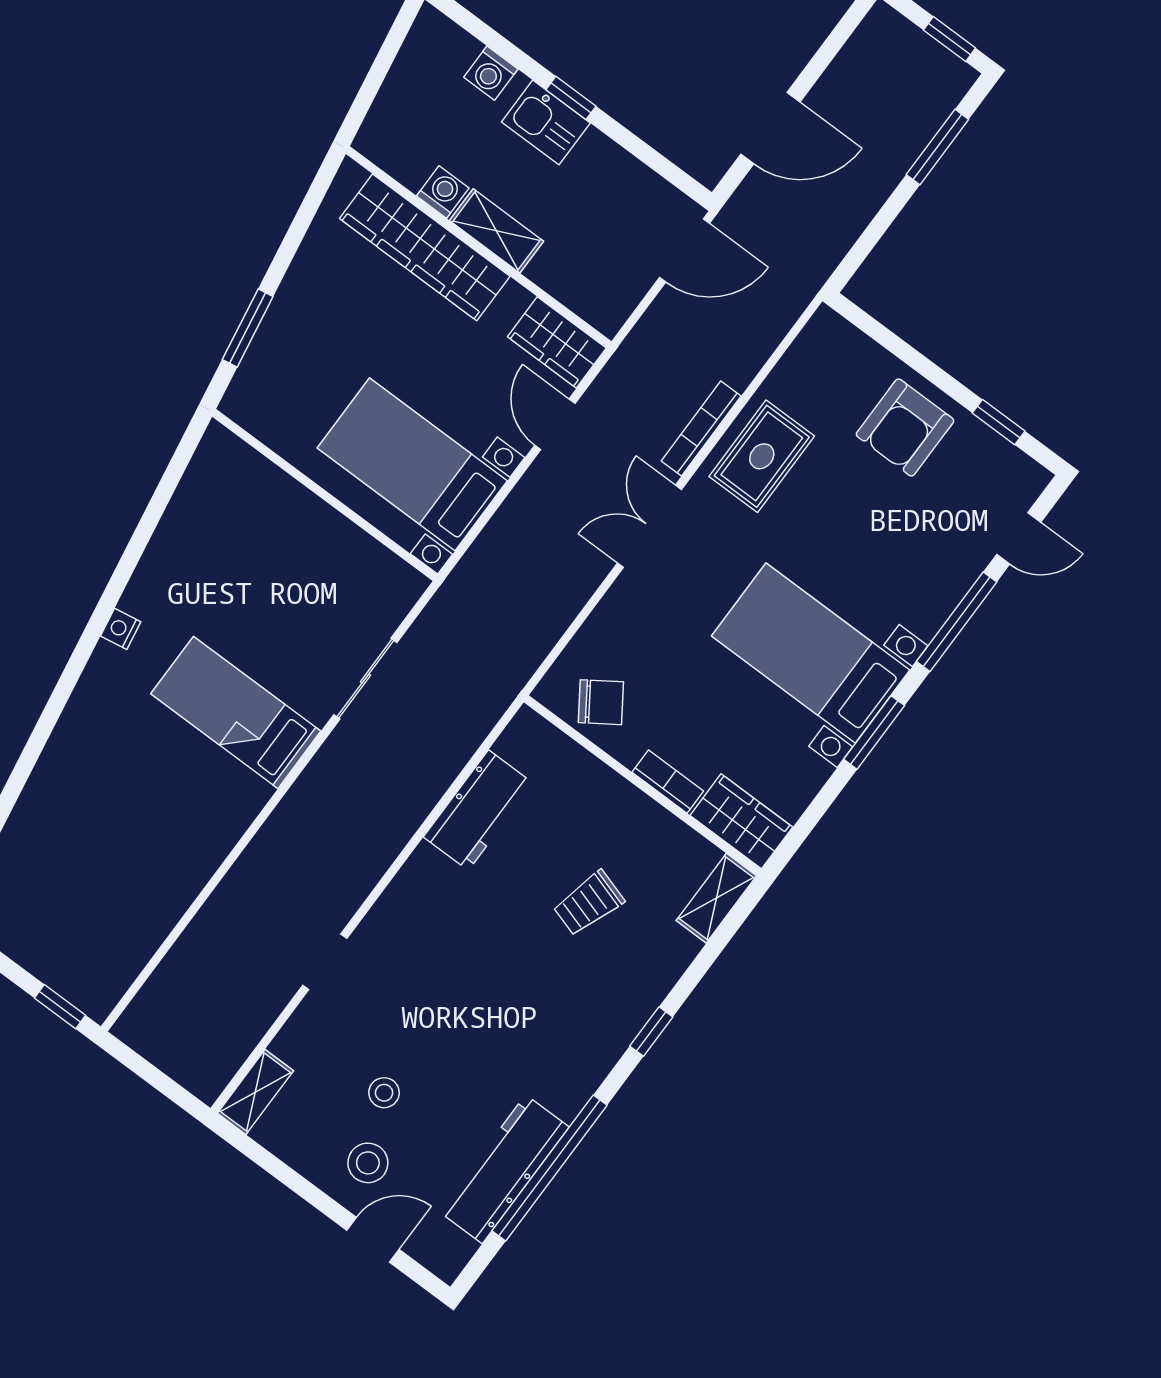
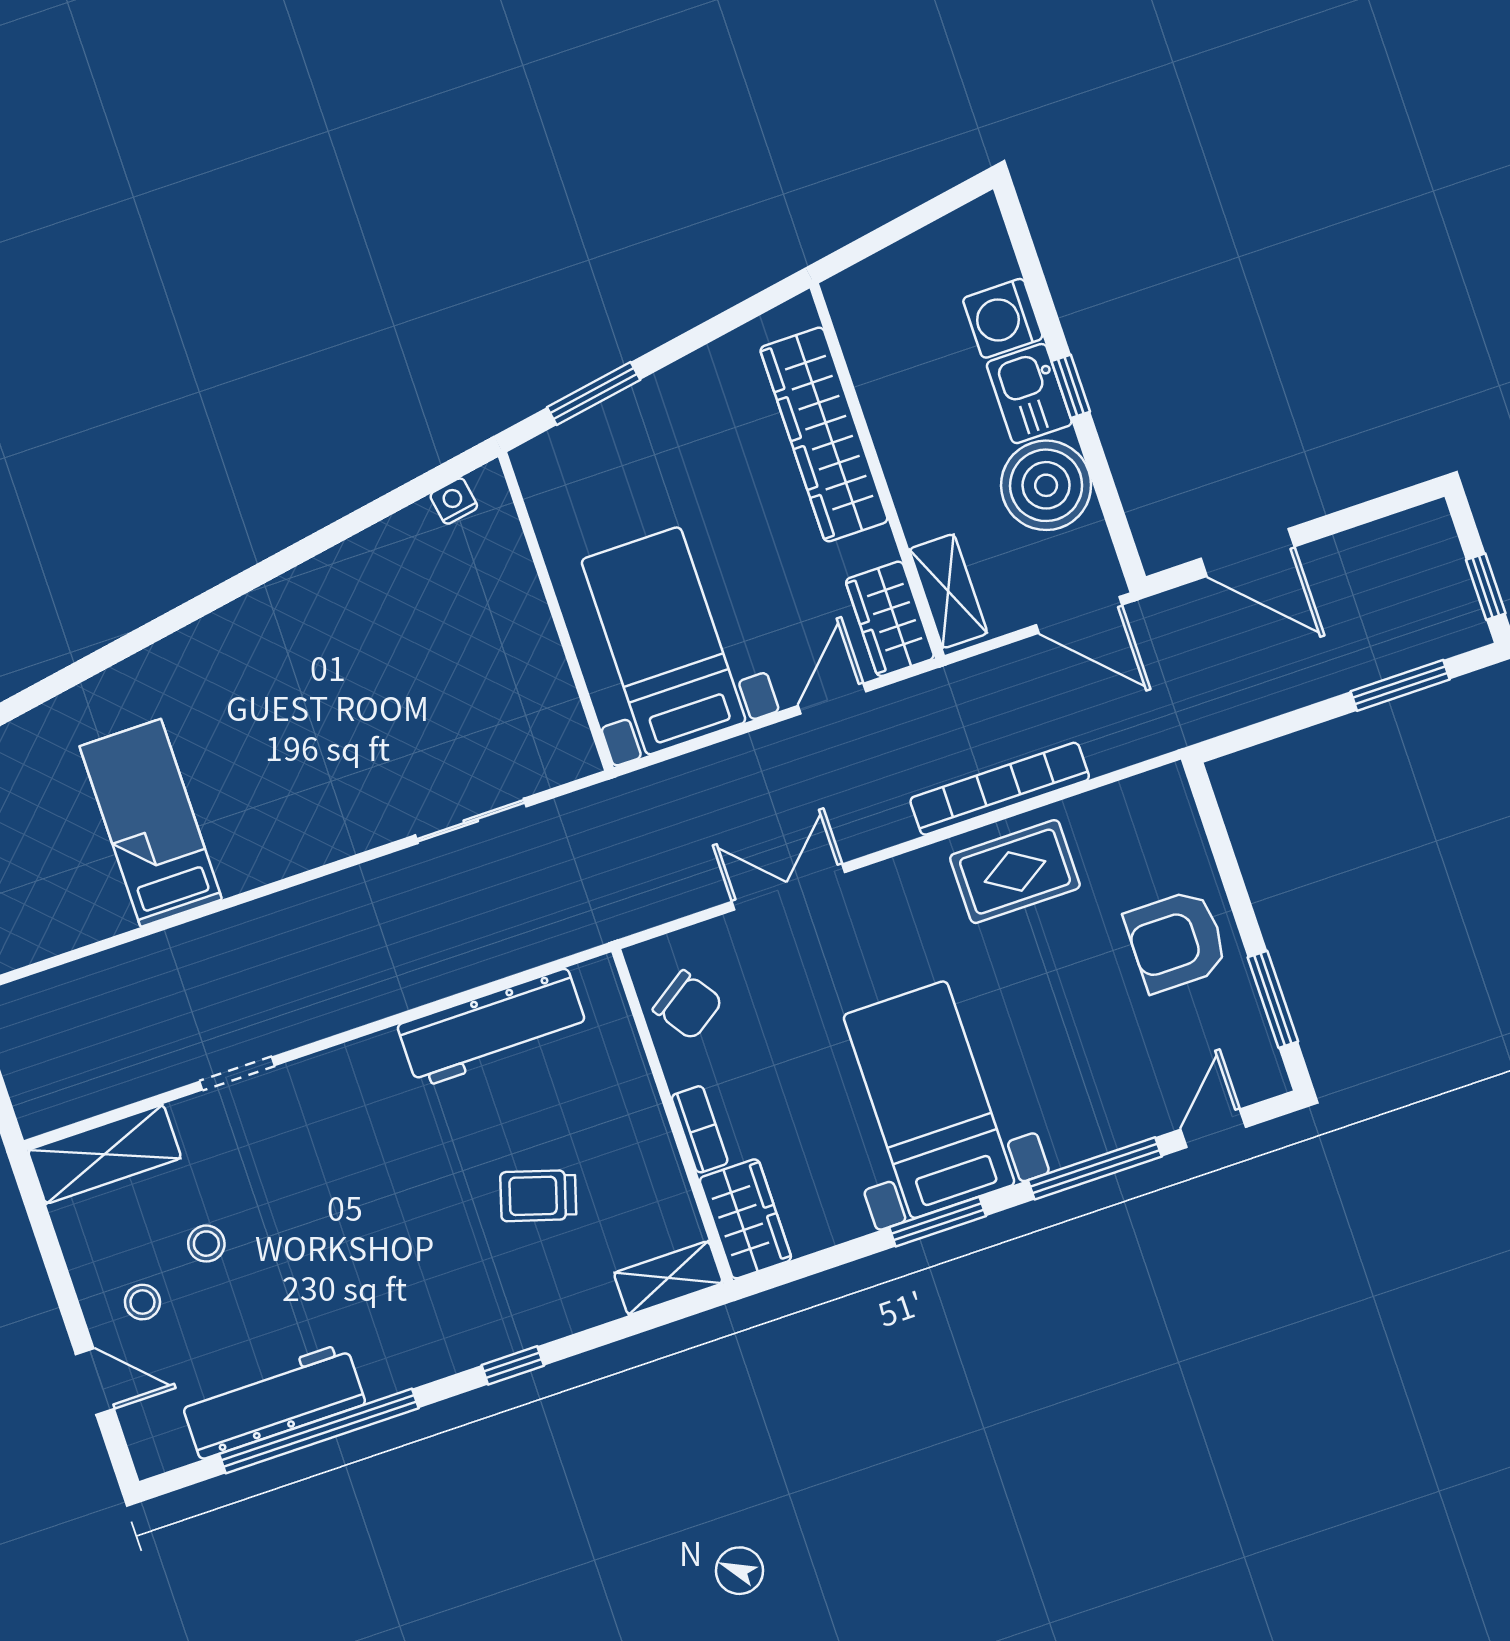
washing machine: (491, 73) -> (1003, 318), width x1.38, depth x1.38
boiler: (601, 177) -> (1046, 485), added
washing machine: (443, 192) -> (880, 392), removed
shelving: (496, 231) -> (948, 591), moved
window: (999, 422) -> (1273, 999), width x1.50
bookcase: (701, 428) -> (1000, 789), width x1.48, depth x1.31
double door: (649, 526) -> (788, 887), moved
door: (1019, 538) -> (1213, 1128), swing flipped
nightstand: (121, 629) -> (454, 501), moved
bed: (236, 712) -> (151, 823), moved
workbench: (478, 810) -> (493, 1028), width x1.38
shelving: (255, 1092) -> (105, 1154), width x1.50, depth x1.33
stool: (368, 1163) -> (142, 1302), width x0.73, depth x0.73

